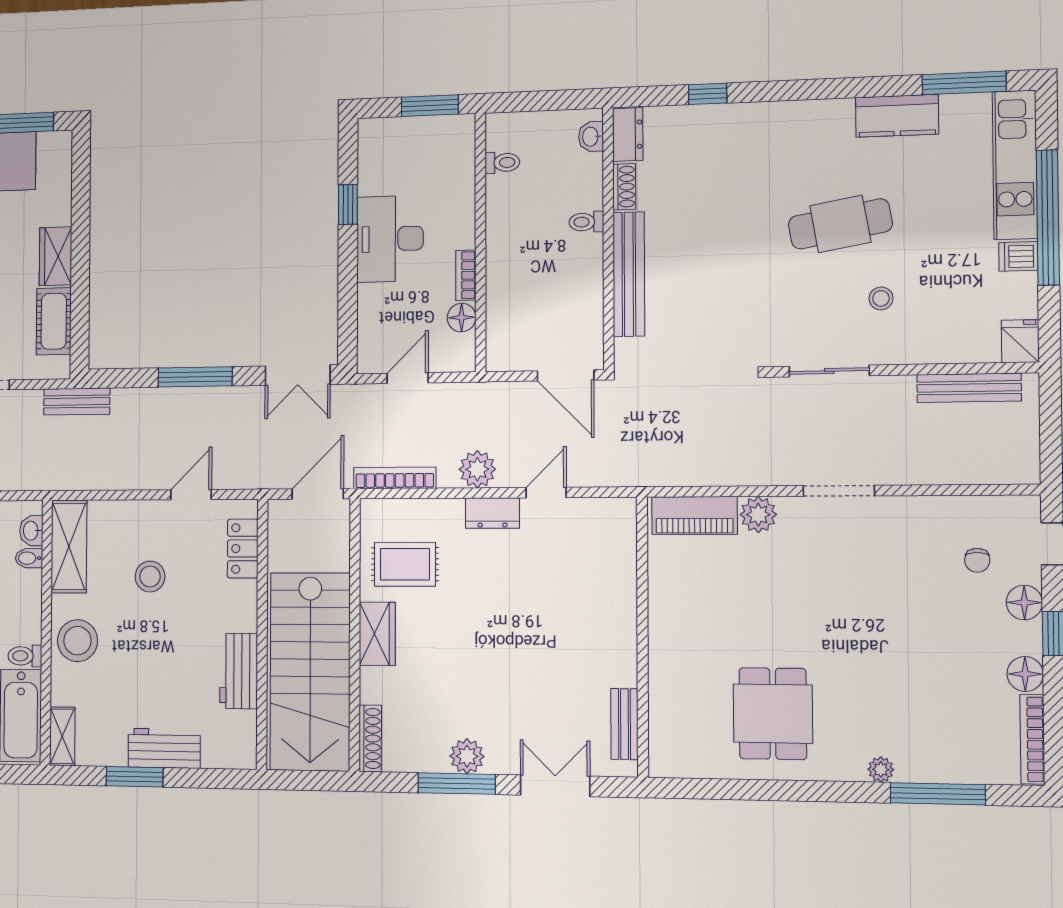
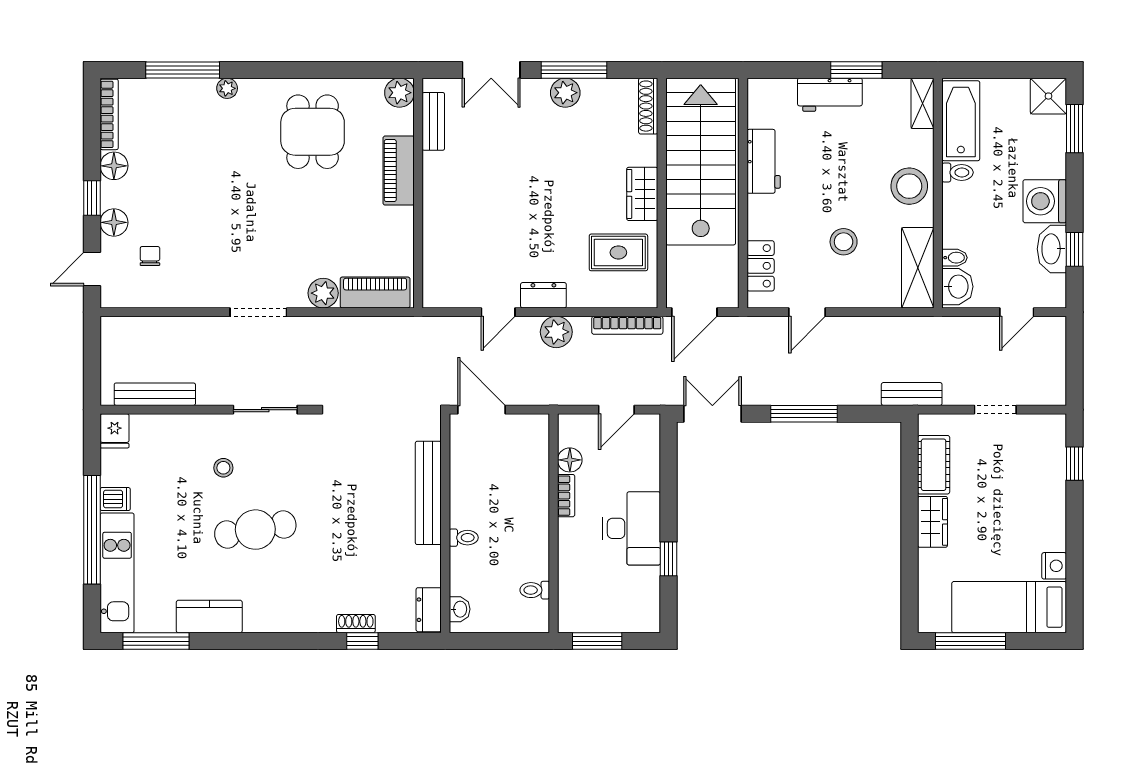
shoe rack: (624, 187) -> (356, 624), moved, turned 90
washbasin: (31, 531) -> (957, 287), width x1.38, depth x1.45
piano: (666, 665) -> (399, 171), added
plant: (666, 760) -> (399, 93), added

